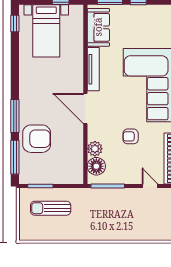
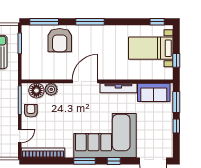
window: (15, 116) -> (90, 22), moved
armchair: (131, 136) -> (31, 111), moved

